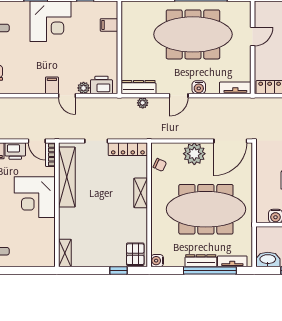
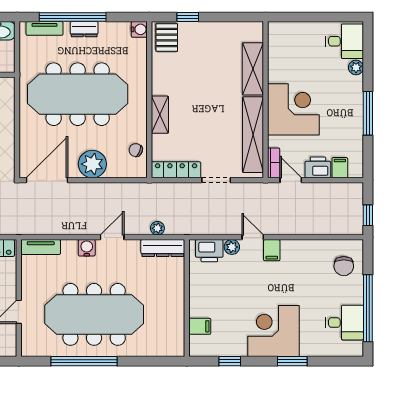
shelving: (65, 253) -> (253, 69), moved, width x1.50, depth x1.33
dresser: (201, 261) -> (84, 29), width x0.70

